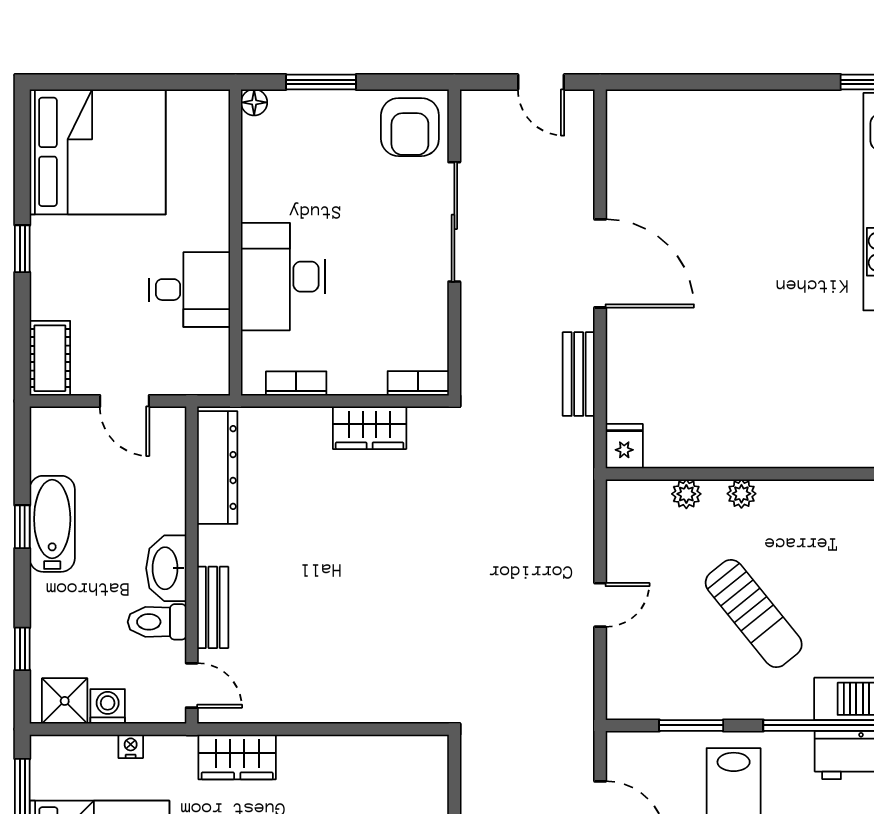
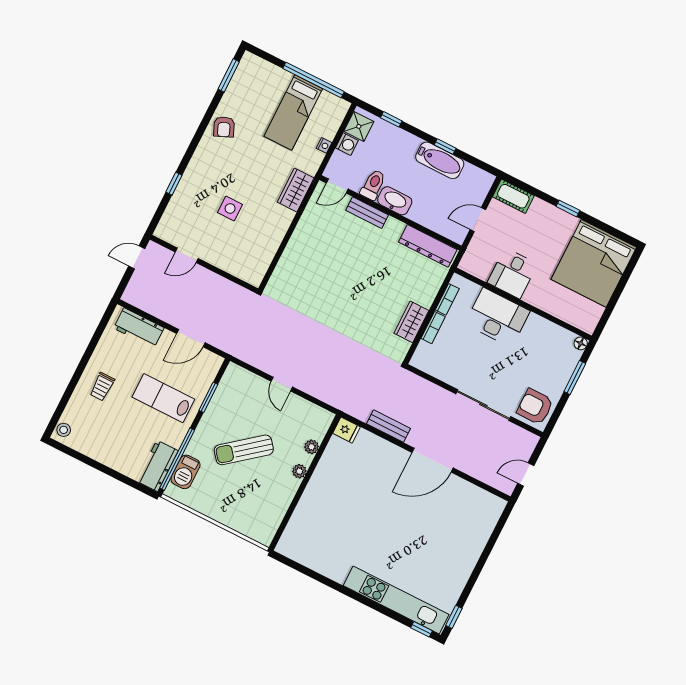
bookcase: (418, 383) -> (433, 328), moved

